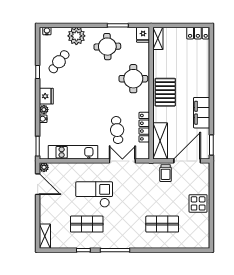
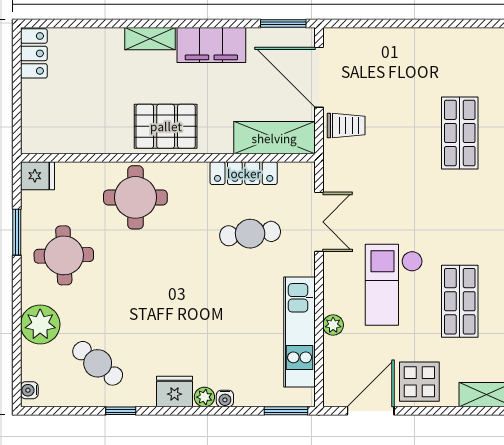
shelving: (158, 38) -> (150, 39), moved
double door: (122, 161) -> (319, 222), swing flipped
plant: (44, 167) -> (333, 325), moved
display table: (198, 203) -> (419, 382), moved

